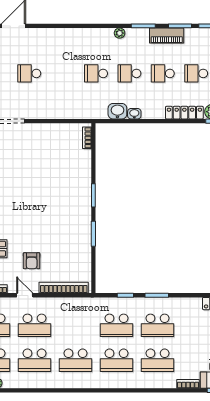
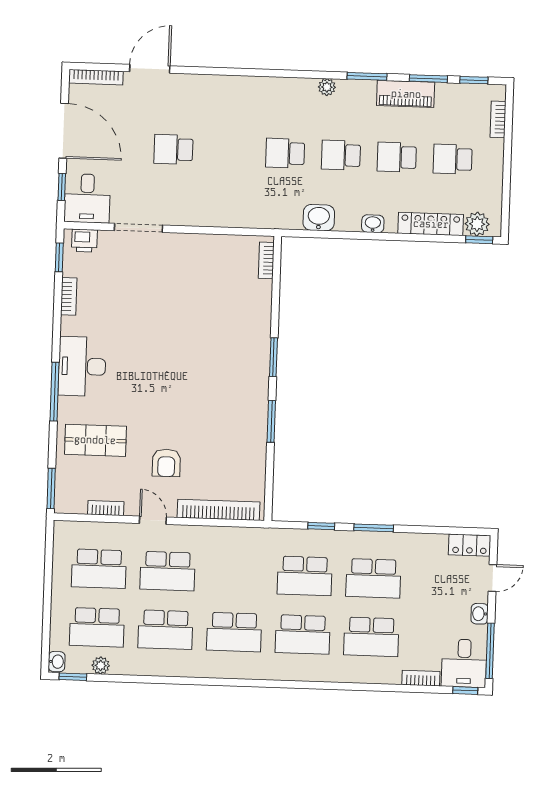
washbasin: (134, 114) -> (373, 224), moved

